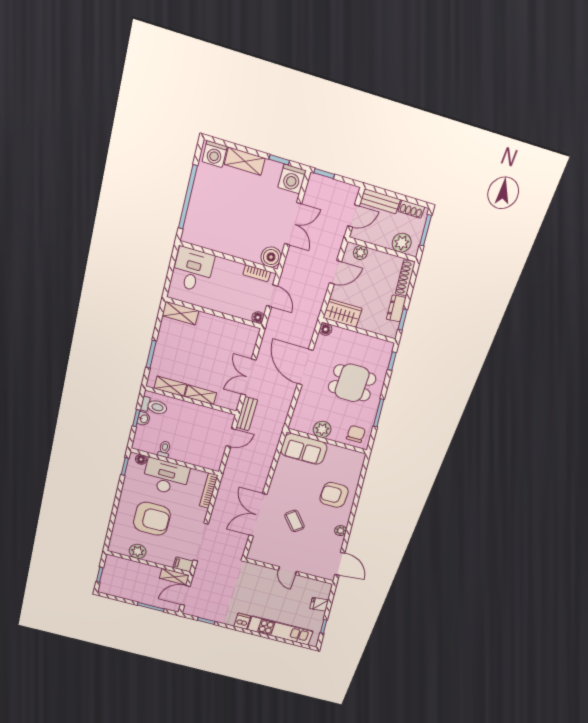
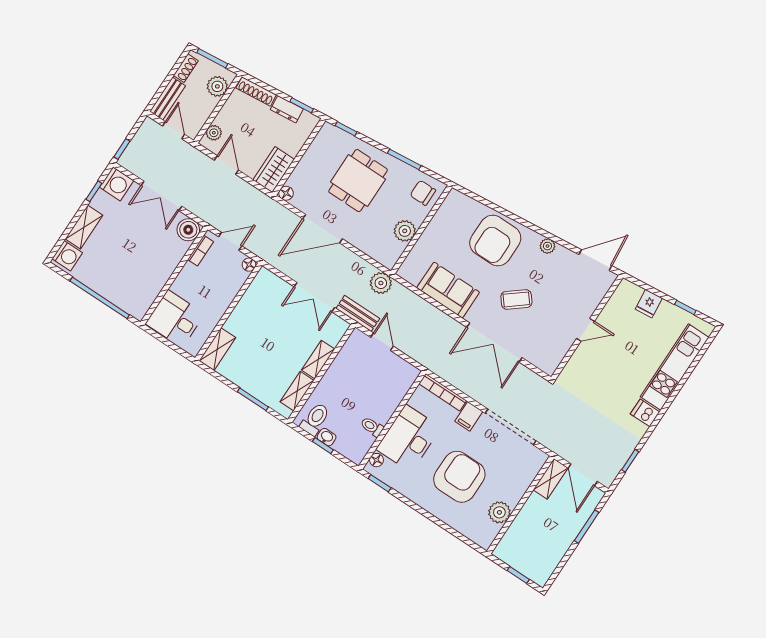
double door: (293, 224) -> (161, 196), swing flipped
plant: (276, 424) -> (381, 283), added
sofa: (304, 449) -> (448, 290), moved, turned -90
armchair: (334, 495) -> (495, 241), width x1.36, depth x1.36
filing cabinet: (183, 564) -> (469, 416), moved

